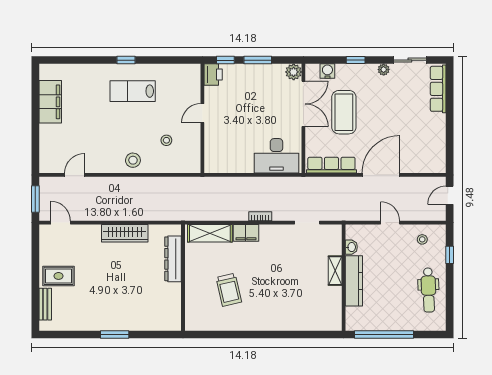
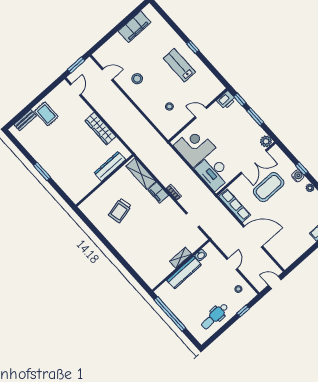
water cooler: (327, 71) -> (298, 176), moved
corner desk: (232, 152) -> (194, 147), added
stool: (133, 160) -> (137, 79), moved

